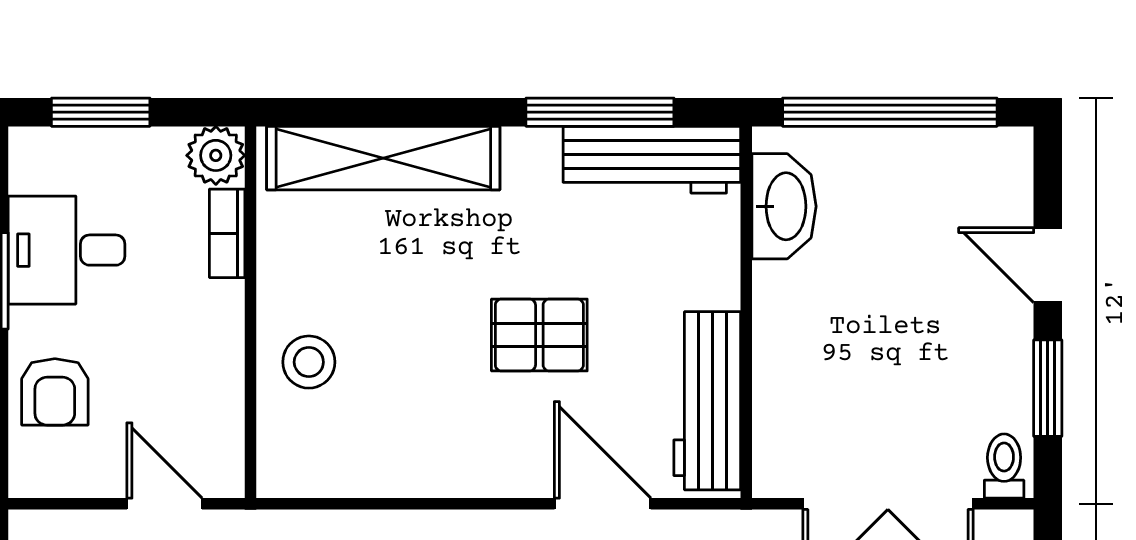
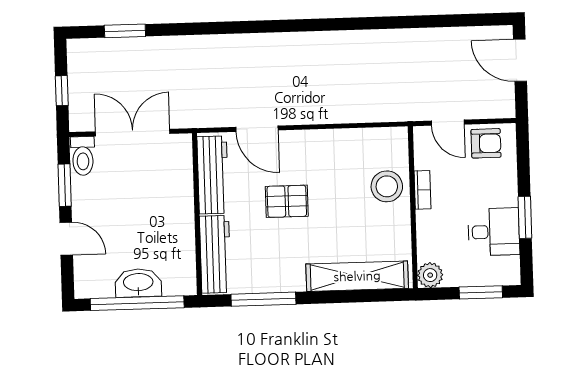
workbench: (652, 160) -> (215, 254), moved, turned 90
washbasin: (784, 206) -> (138, 283), moved, turned 90
bookcase: (227, 233) -> (422, 190), moved
stool: (309, 362) -> (387, 186), width x1.38, depth x1.38
armchair: (55, 392) -> (486, 143), moved, turned 90
toilet: (1004, 466) -> (83, 156), width x1.37, depth x1.39

